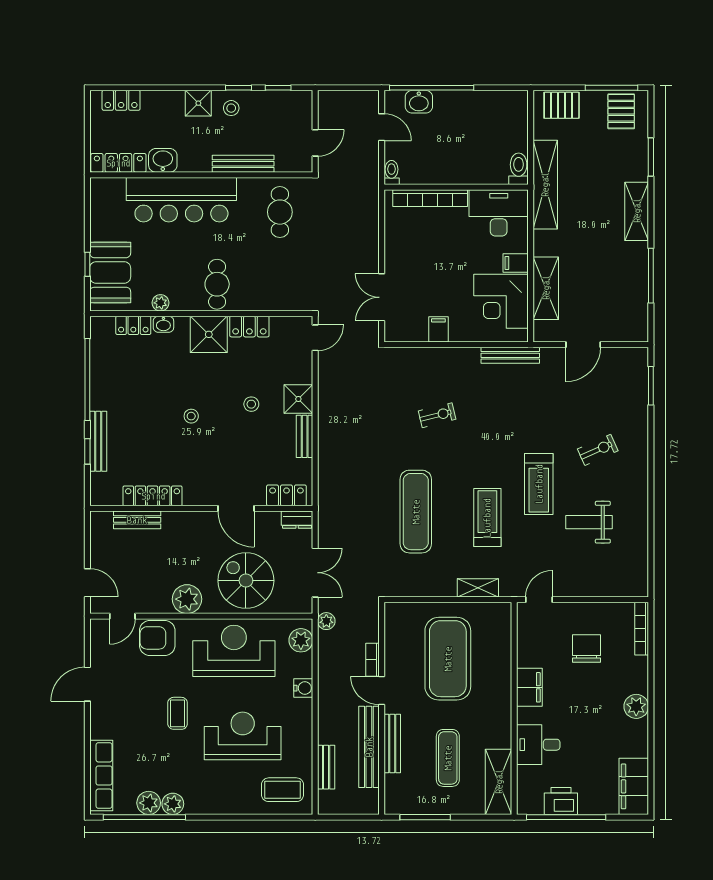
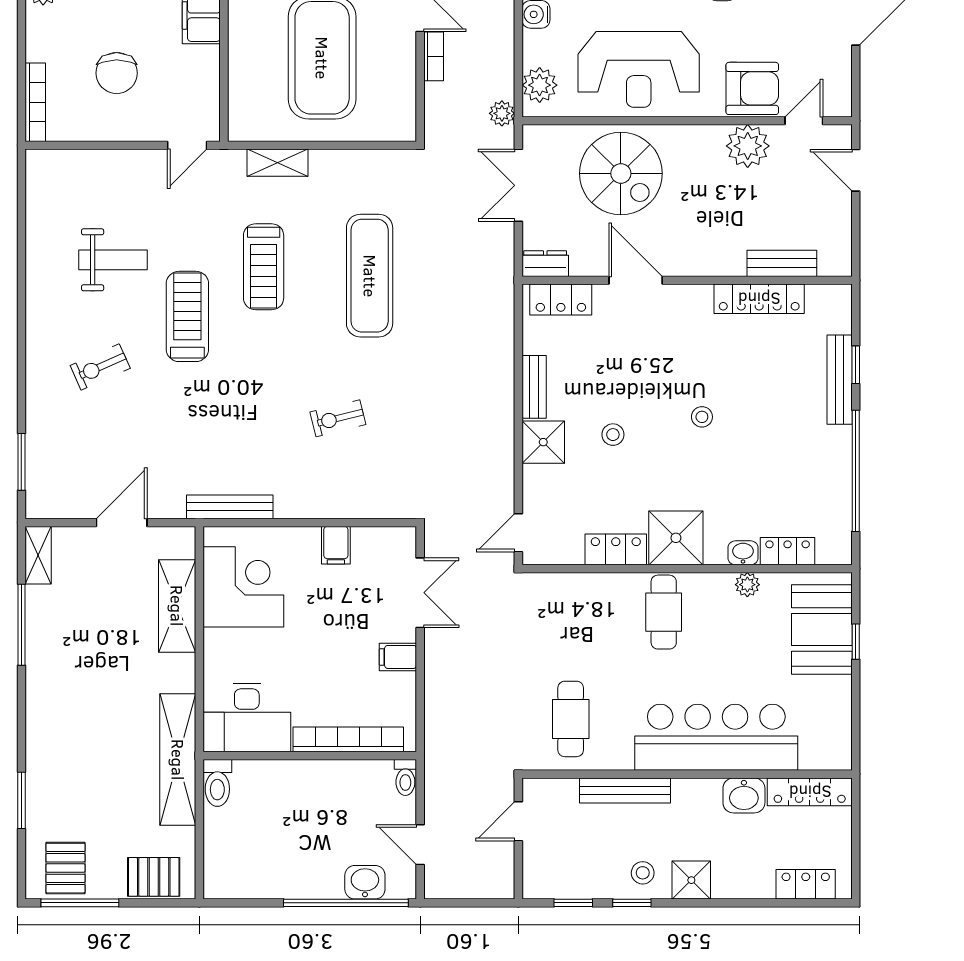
shelving: (637, 211) -> (38, 555), moved, width x0.67, depth x0.75
filing cabinet: (516, 263) -> (398, 657), moved, turned 180
plant: (187, 599) -> (748, 146), moved

